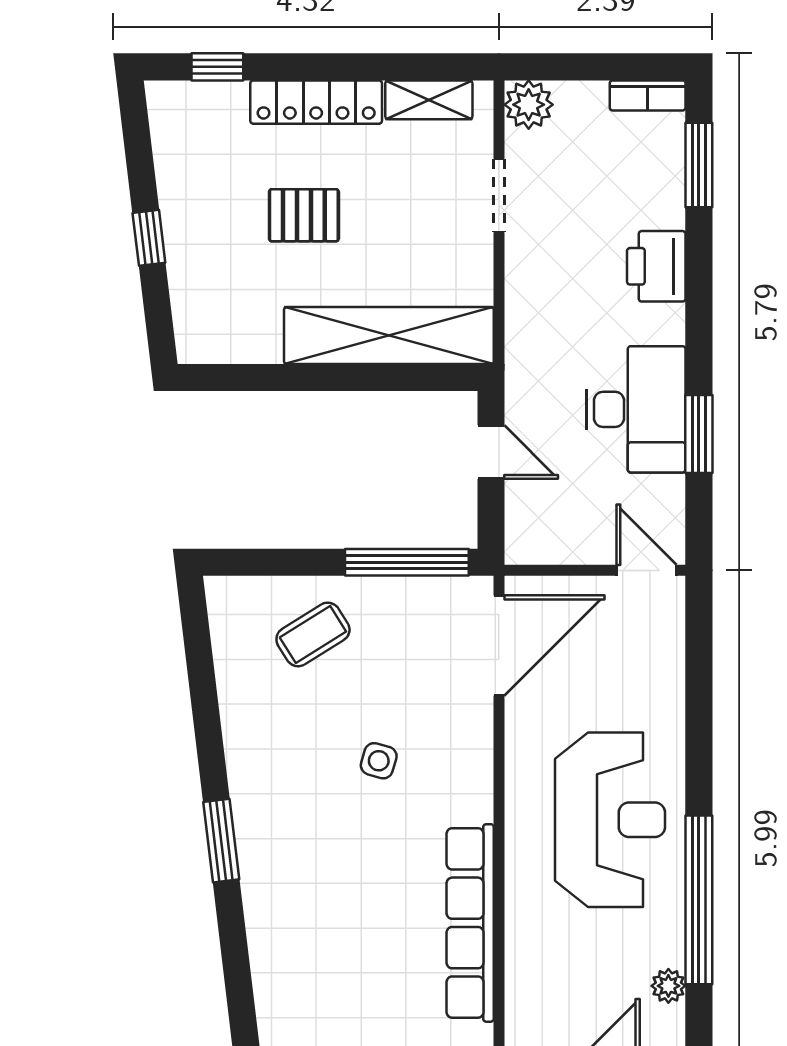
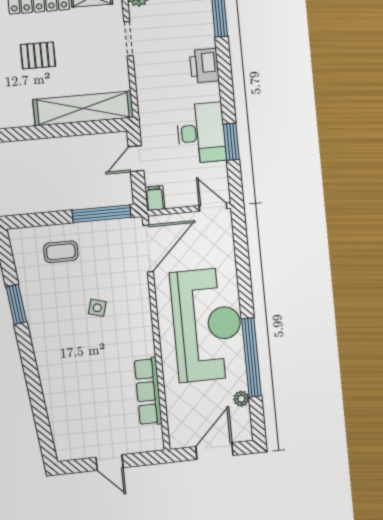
door: (491, 452) -> (136, 159), swing flipped
filing cabinet: (523, 539) -> (155, 198), added
coffee table: (313, 634) -> (61, 252), turned 32
reception desk: (610, 820) -> (207, 325), width x1.36, depth x1.30
window: (221, 841) -> (16, 304), moved
row of seats: (470, 923) -> (148, 391), width x0.73

